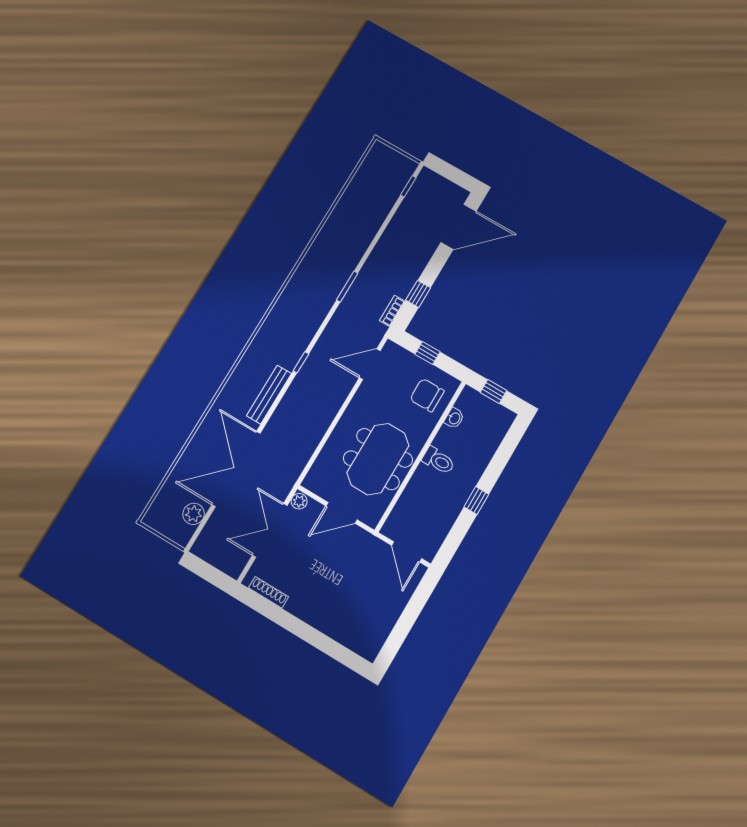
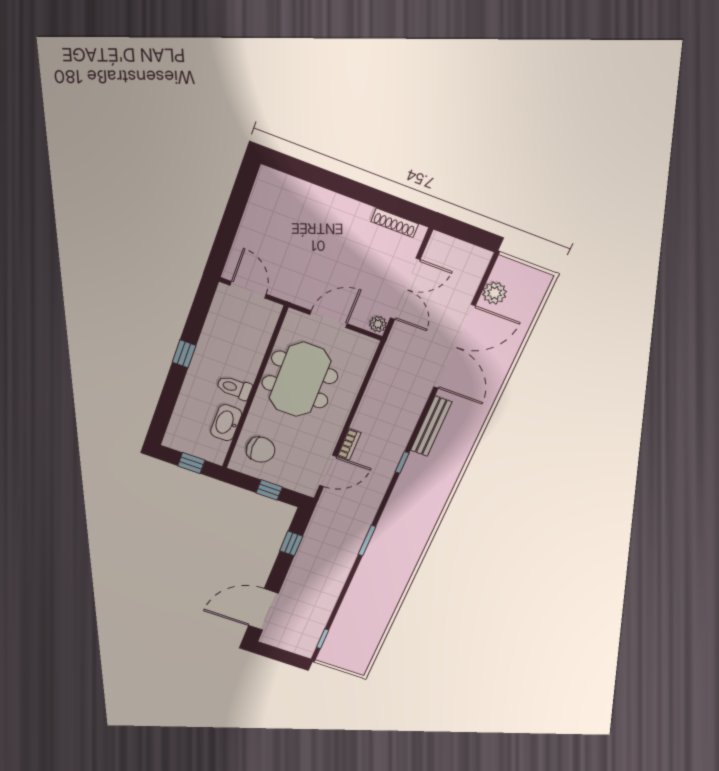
bookcase: (392, 311) -> (349, 444), moved
washbasin: (454, 418) -> (226, 423), width x1.91, depth x1.45

